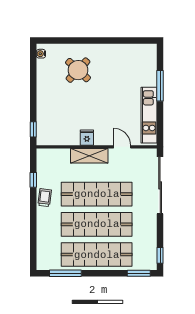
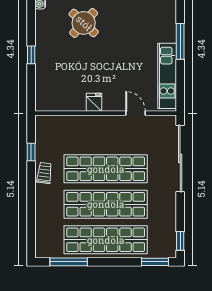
window: (33, 129) -> (31, 55), moved
shelving: (89, 156) -> (97, 124), removed

